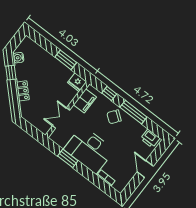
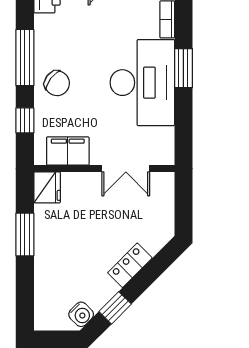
window: (68, 158) -> (183, 68), moved

